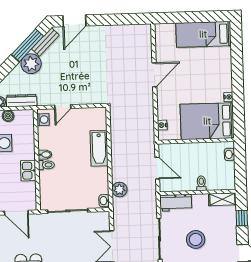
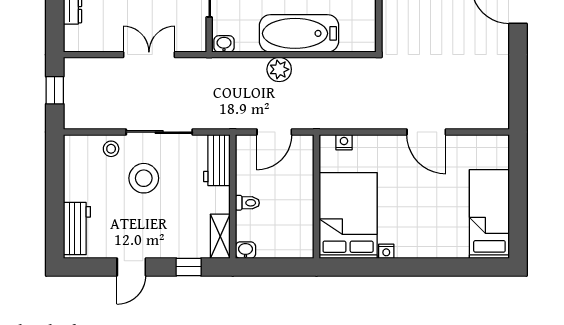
bathtub: (99, 148) -> (299, 33), width x1.36, depth x1.36
washbasin: (229, 154) -> (245, 250), moved
plant: (119, 190) -> (279, 69), moved
stool: (196, 239) -> (144, 178), moved

